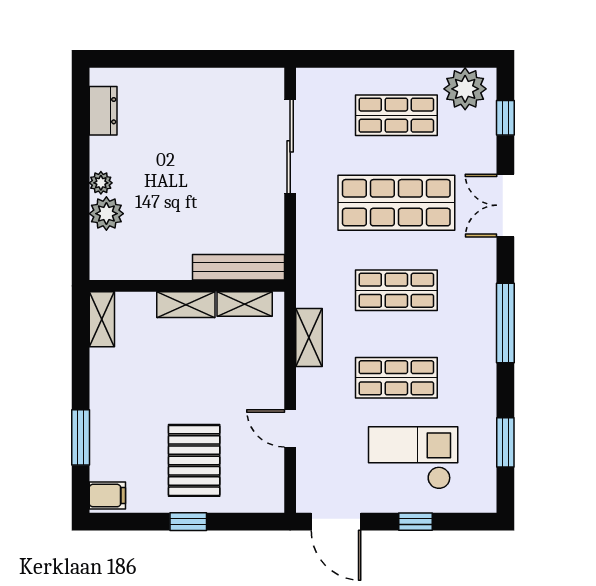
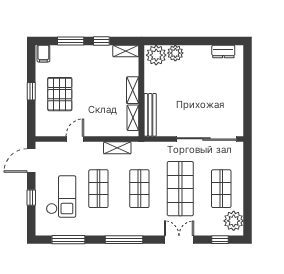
sliding door: (290, 146) -> (207, 139), width x1.36
plant: (101, 183) -> (156, 55), moved, width x1.88, depth x1.88
window: (81, 372) -> (101, 41), added
window: (505, 442) -> (68, 240), width x1.44
pallet: (194, 460) -> (60, 94), turned 90

